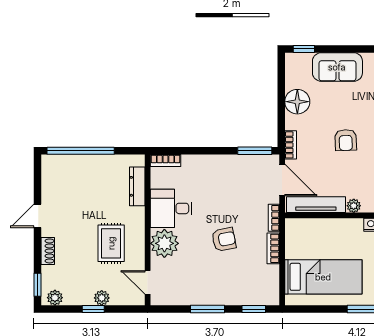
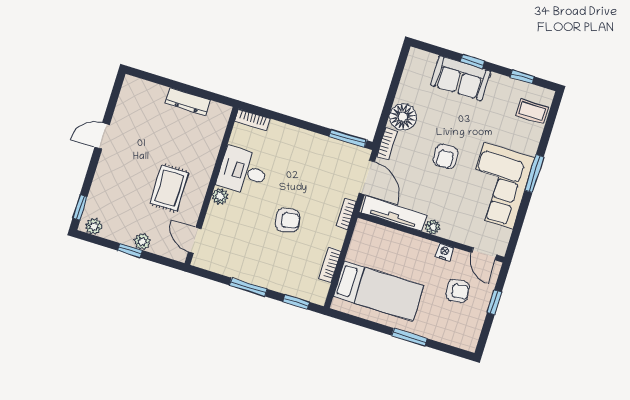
window: (304, 49) -> (472, 61), moved
floor lamp: (297, 102) -> (403, 117), moved
window: (81, 151) -> (167, 83), removed
dresser: (137, 186) -> (188, 102), moved, turned -90
plant: (164, 243) -> (220, 196), width x0.53, depth x0.53
bookcase: (273, 248) -> (330, 265), moved
shoe rack: (48, 251) -> (101, 176), removed

